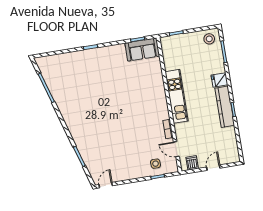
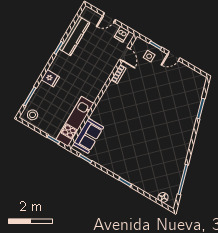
sofa: (142, 50) -> (88, 136), moved, turned 90
floor lamp: (50, 60) -> (163, 197), added
kitchen unit: (177, 96) -> (75, 121), moved
kitchen counter: (225, 107) -> (75, 36), moved
door: (106, 185) -> (174, 56), moved

